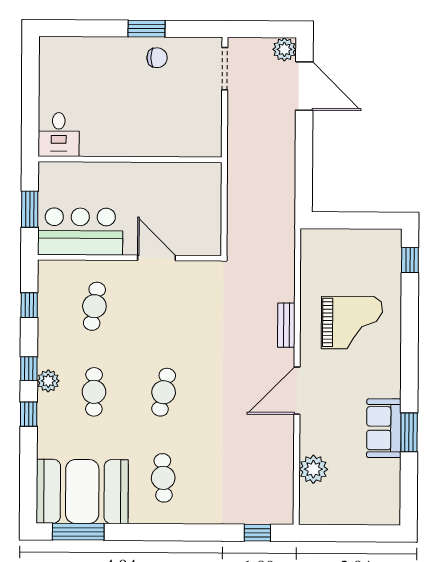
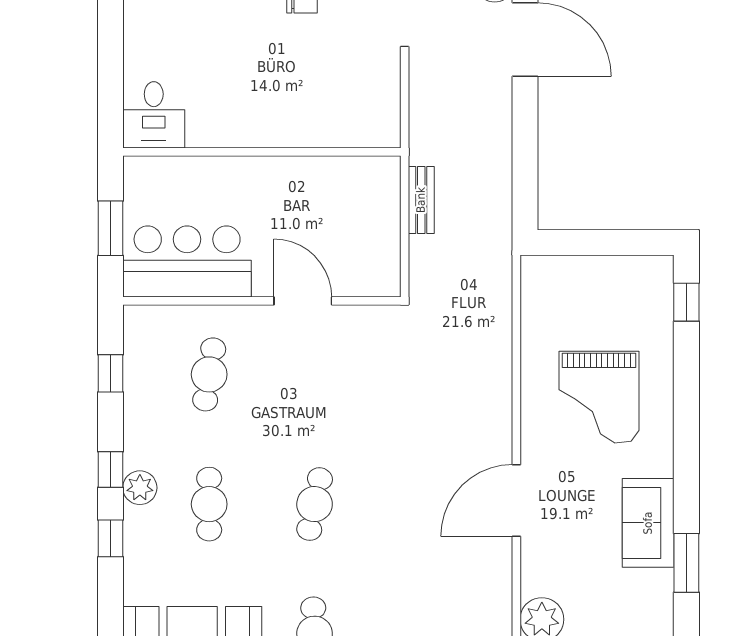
grand piano: (352, 323) -> (599, 397), turned 90
bench: (286, 325) -> (421, 200), moved
sofa: (384, 428) -> (648, 523), moved

